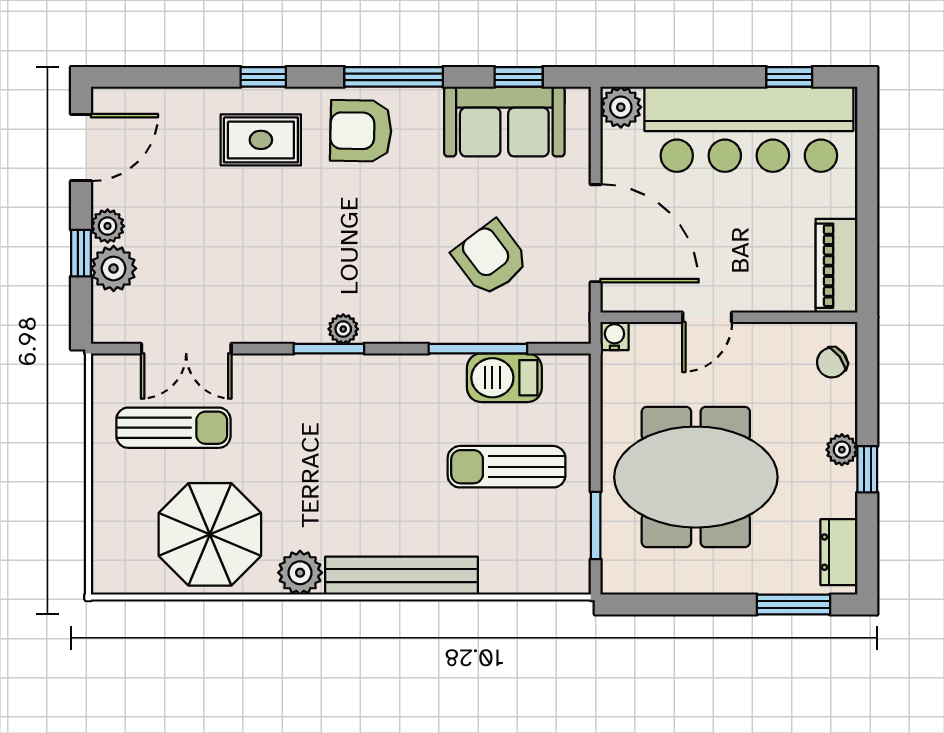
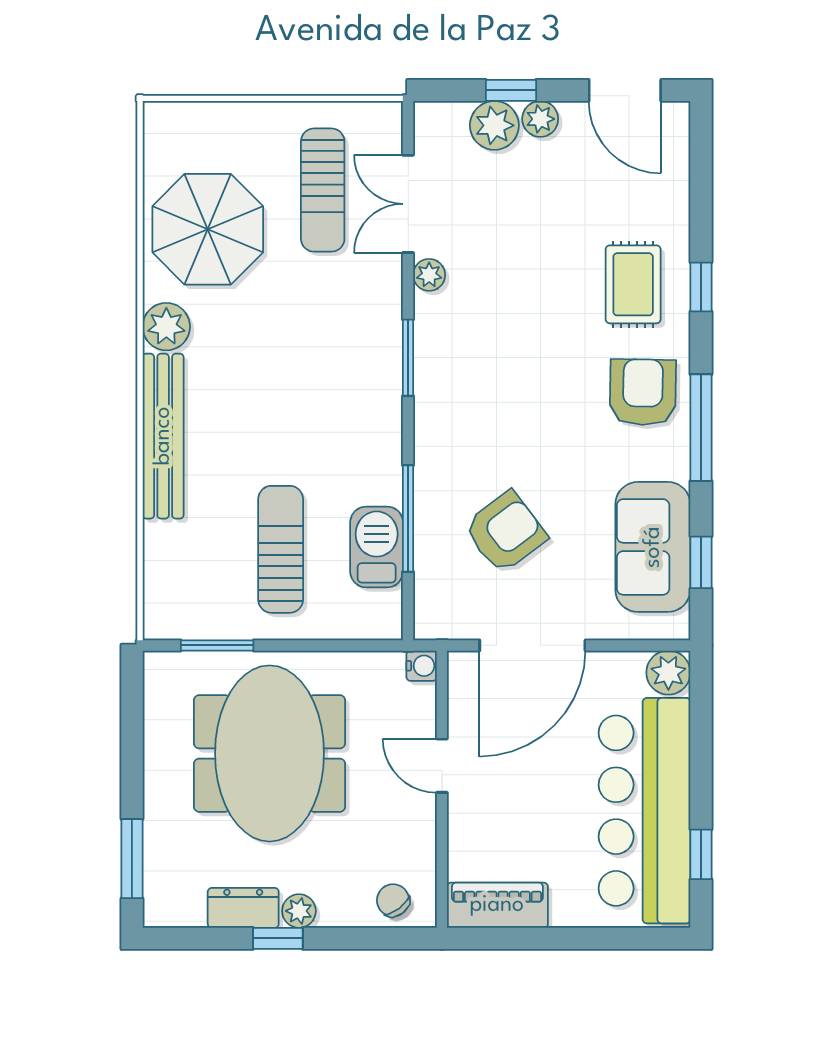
plant: (343, 329) -> (429, 275), moved
dresser: (839, 552) -> (243, 908), moved

